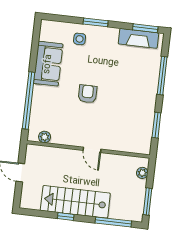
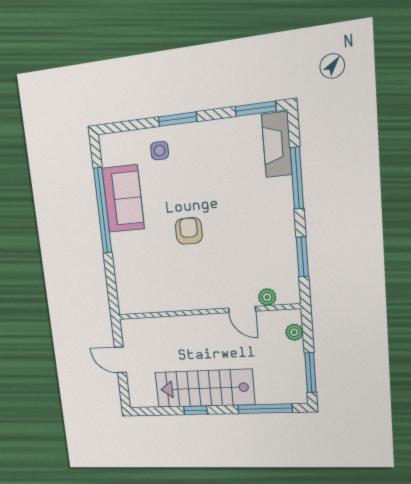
fireplace: (138, 38) -> (277, 145), moved, turned 90
window: (29, 100) -> (103, 210), moved
plant: (45, 137) -> (267, 297), moved
door: (92, 150) -> (242, 310), moved

